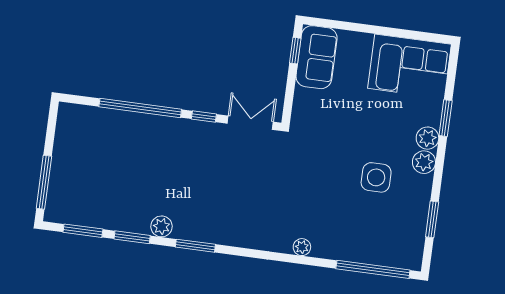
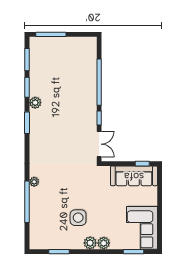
sofa: (317, 57) -> (134, 176), width x1.36
window: (446, 118) -> (134, 252), moved
window: (373, 269) -> (27, 202), moved

